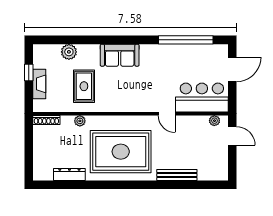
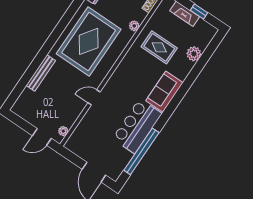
bar counter: (202, 97) -> (137, 126), moved, turned 180

